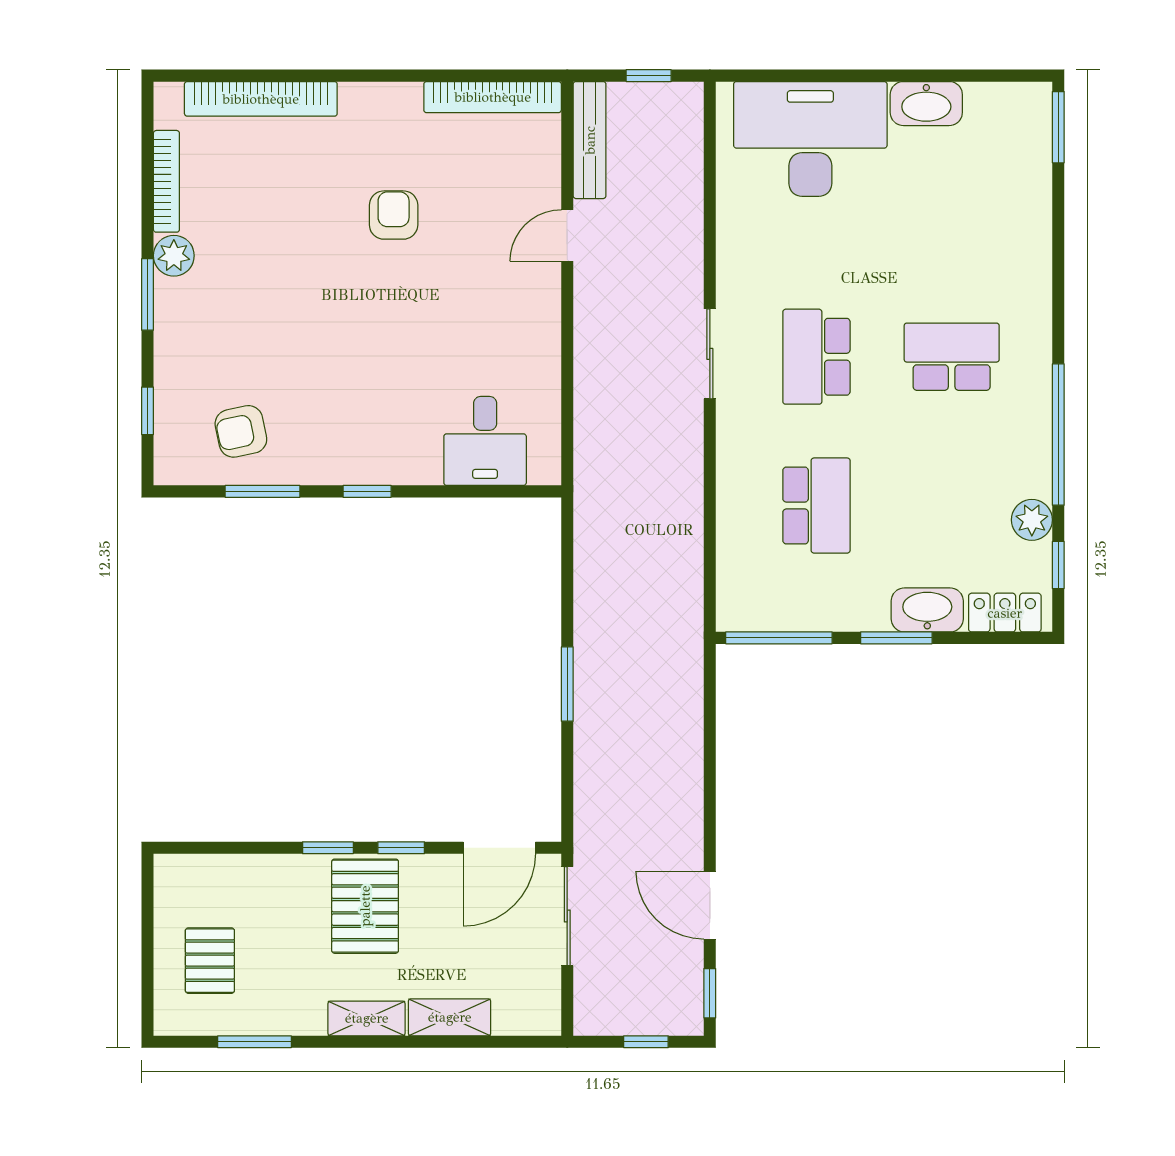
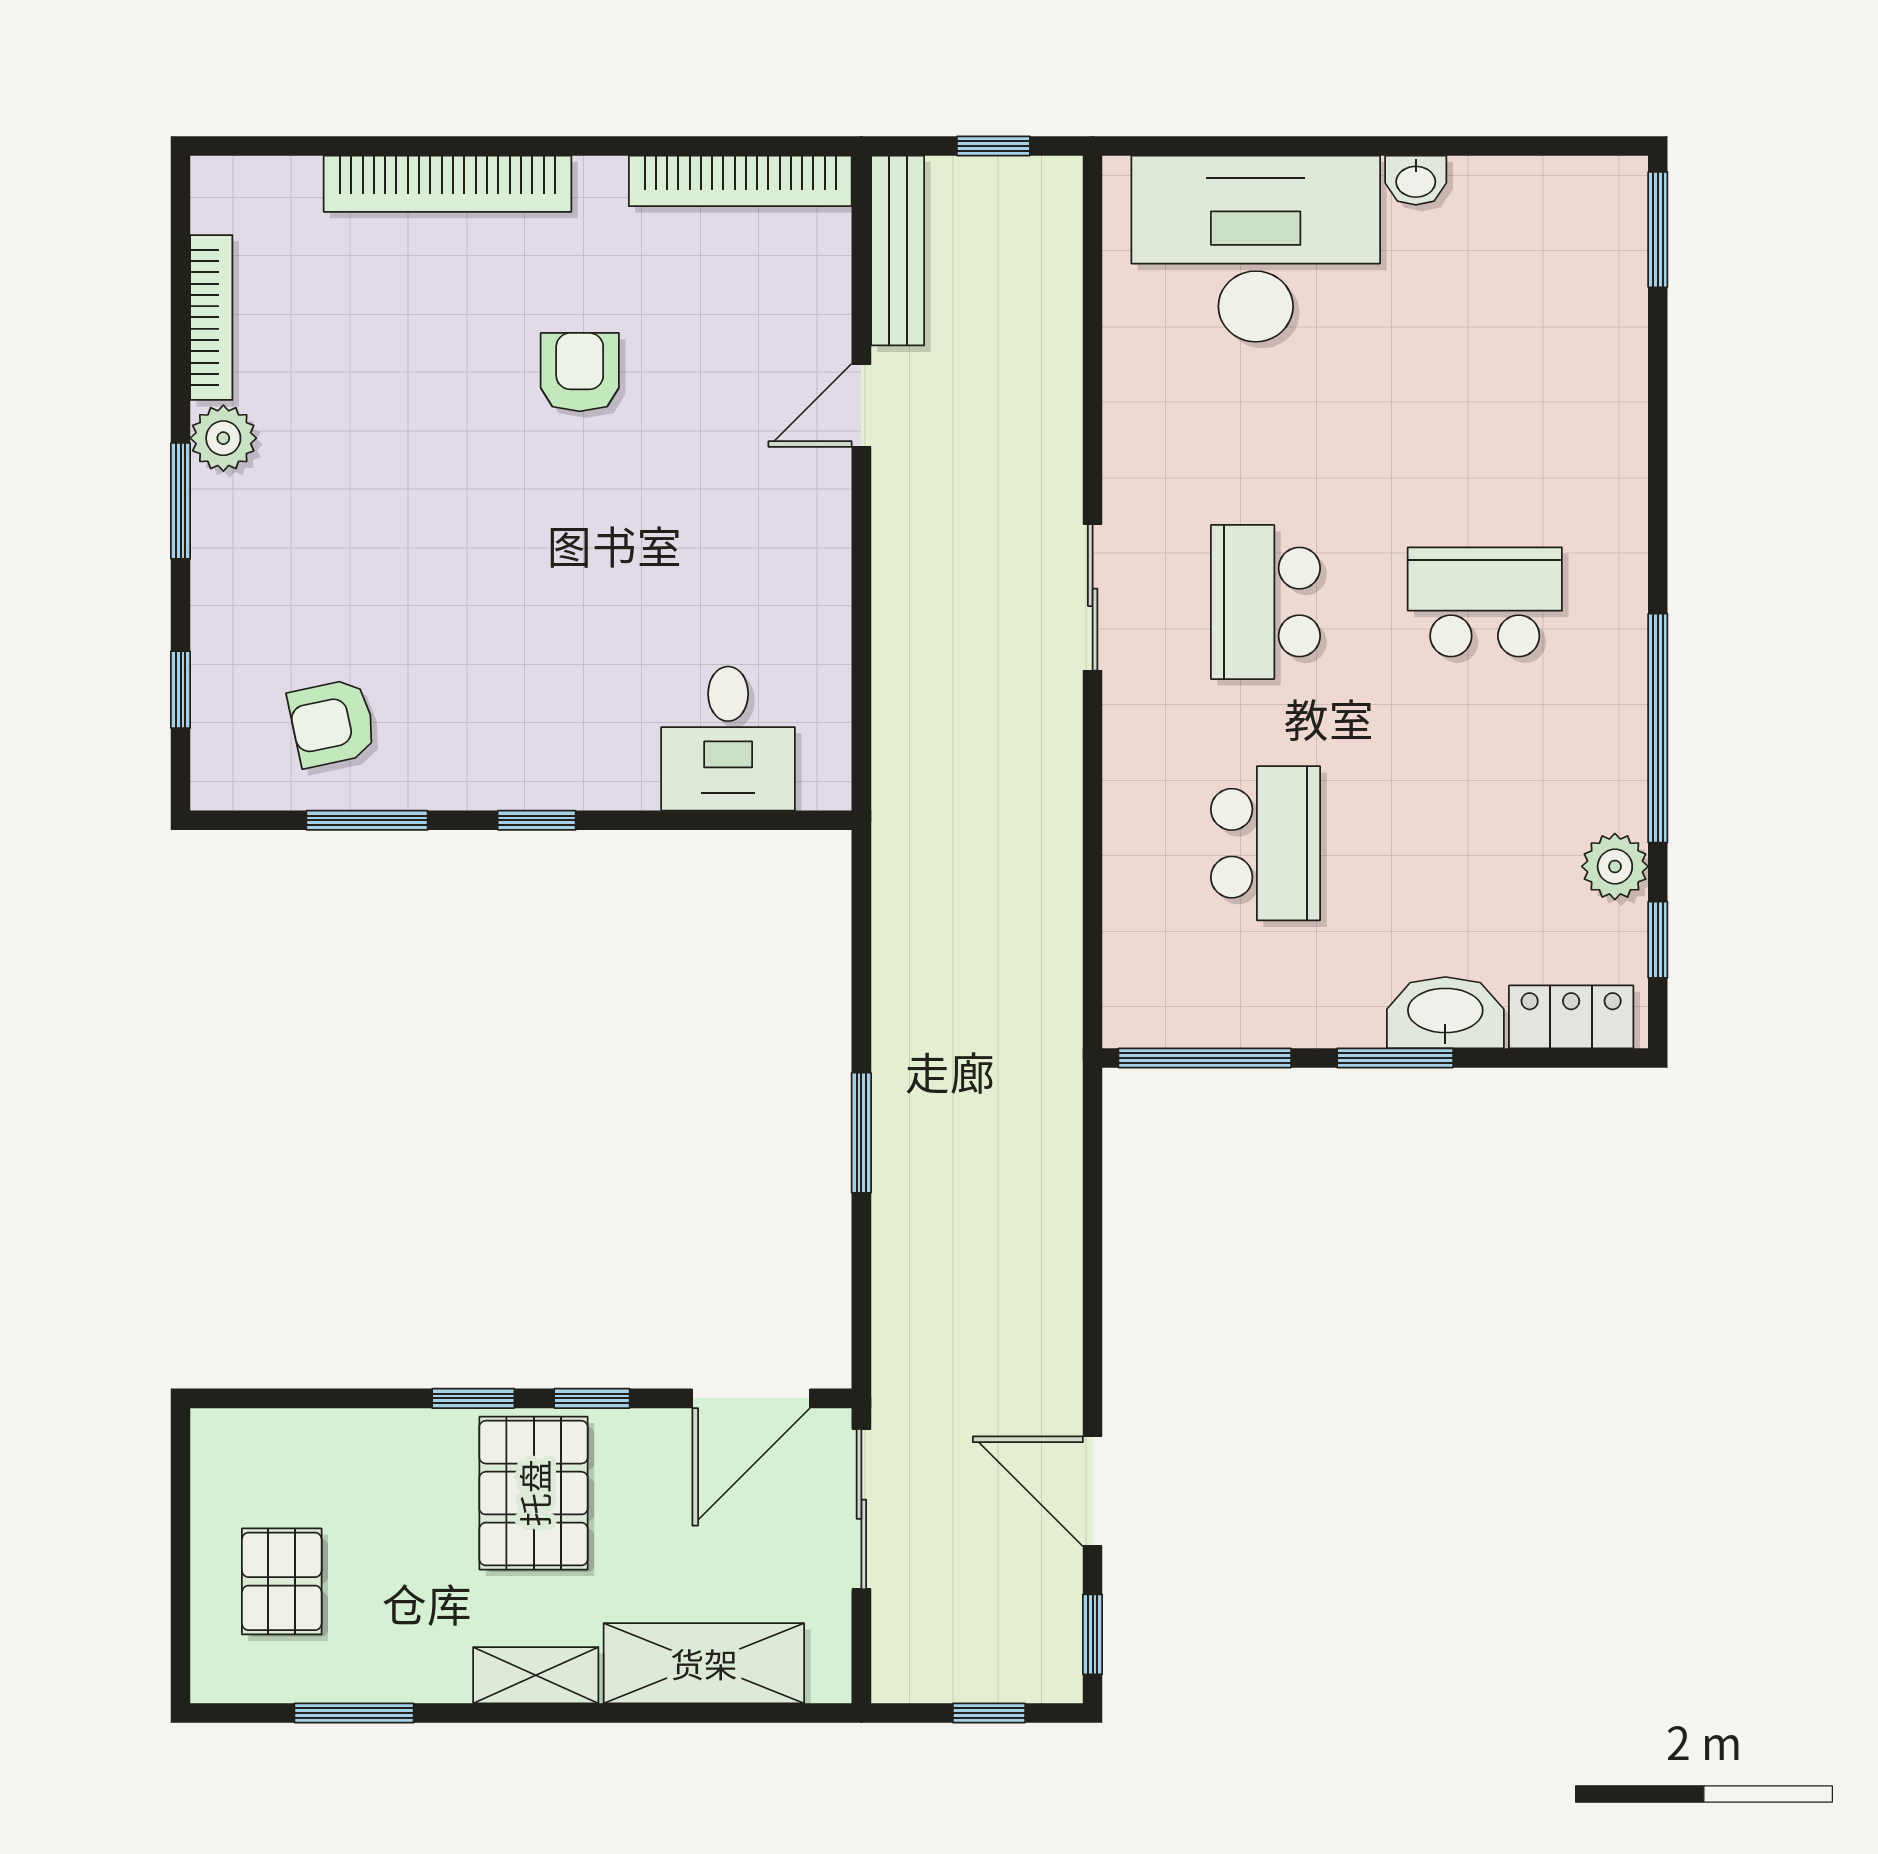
bookcase: (261, 99) -> (447, 184), moved
washbasin: (926, 104) -> (1416, 180), width x0.52, depth x0.69
shelving: (450, 1017) -> (704, 1663), width x1.50, depth x1.33

